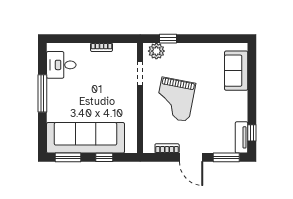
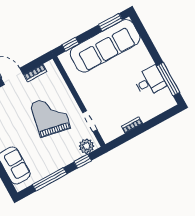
window: (209, 39) -> (50, 179), added
desk: (61, 65) -> (150, 81), moved
window: (42, 93) -> (168, 79), moved
window: (104, 157) -> (71, 44), moved

